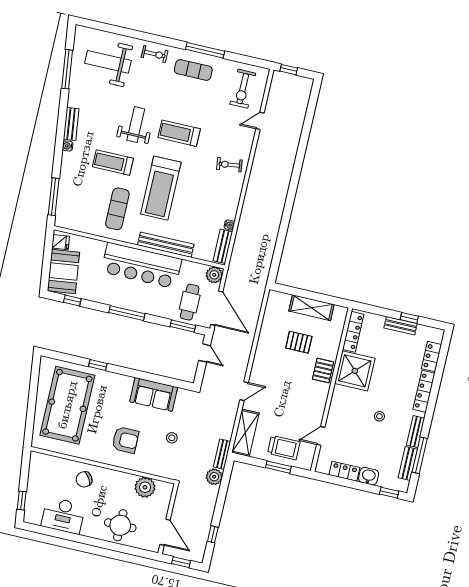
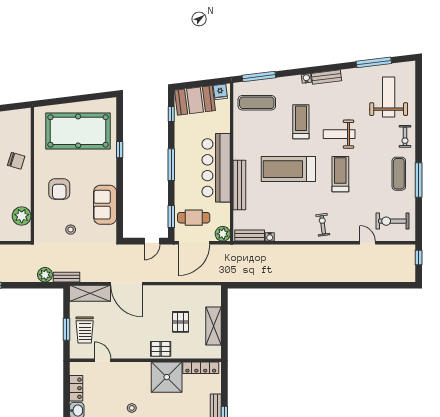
weight bench: (136, 125) -> (339, 134), turned 180
exercise mat: (117, 209) -> (257, 103), moved
door: (244, 391) -> (126, 284), width x1.87
chair: (84, 479) -> (16, 161), turned 142

